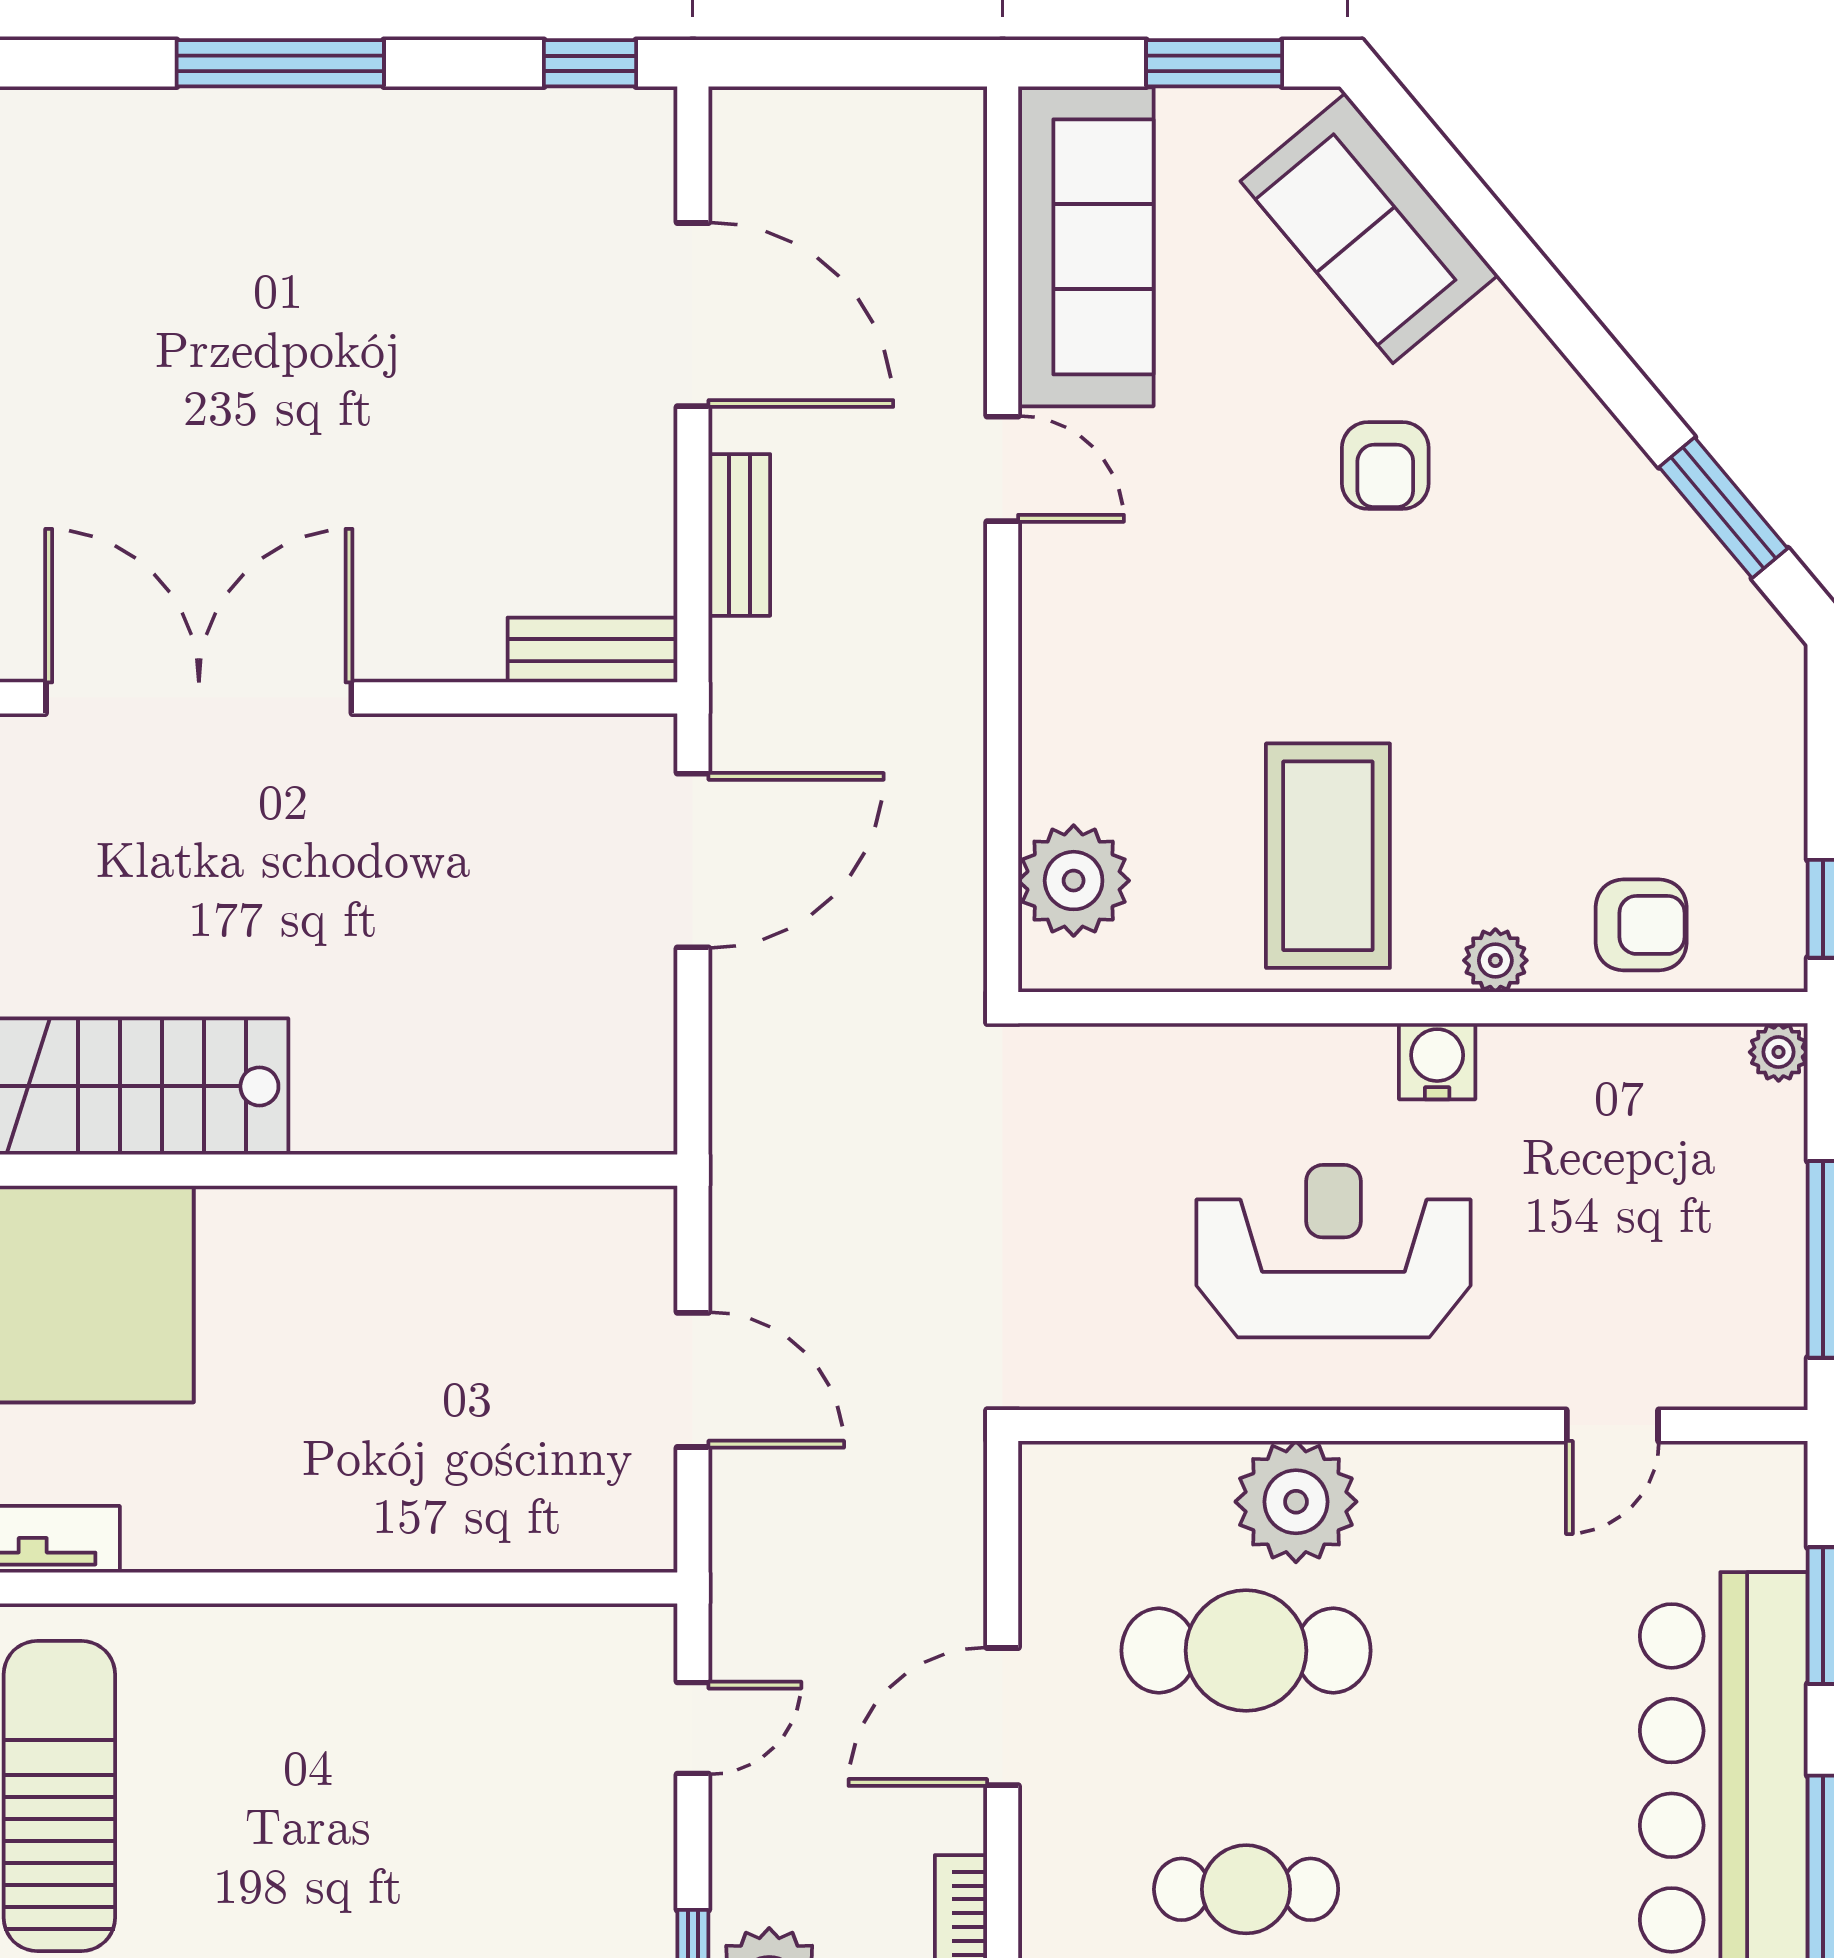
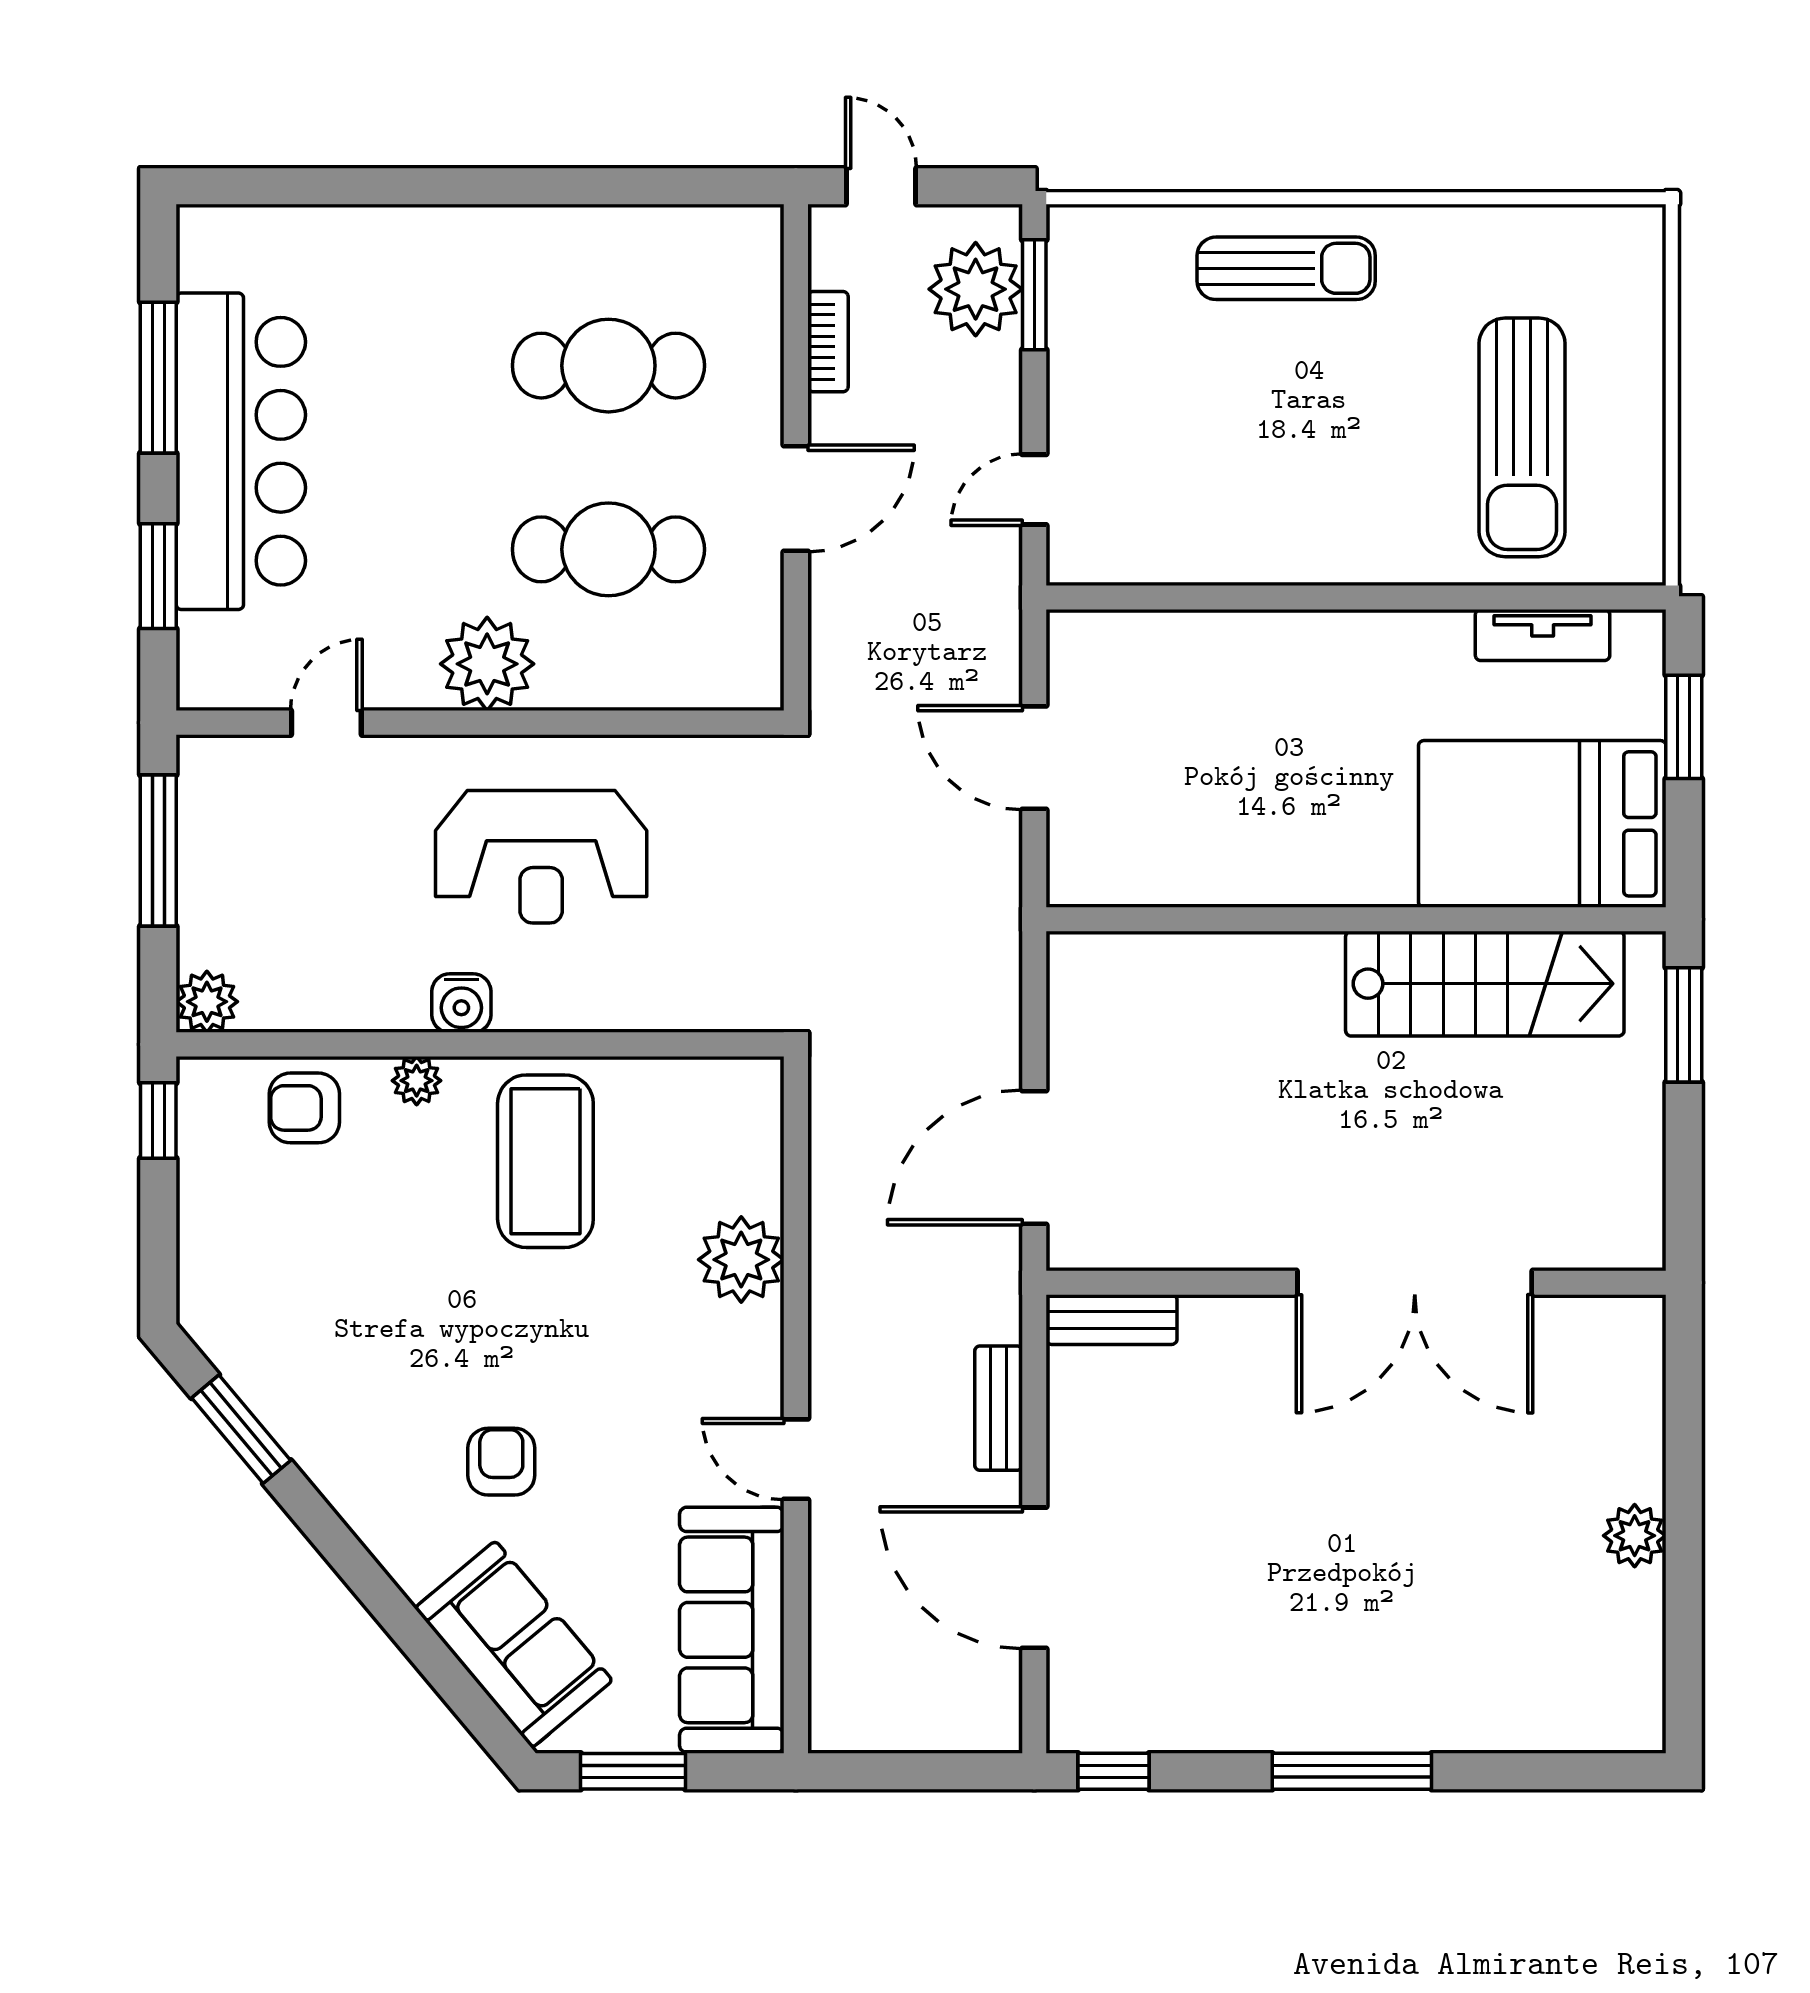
plant: (1074, 881) -> (741, 1260), moved
plant: (1779, 1052) -> (207, 1002), width x1.38, depth x1.38
plant: (1296, 1502) -> (487, 664), moved
cafe table: (1246, 1889) -> (608, 366), width x1.37, depth x1.35

